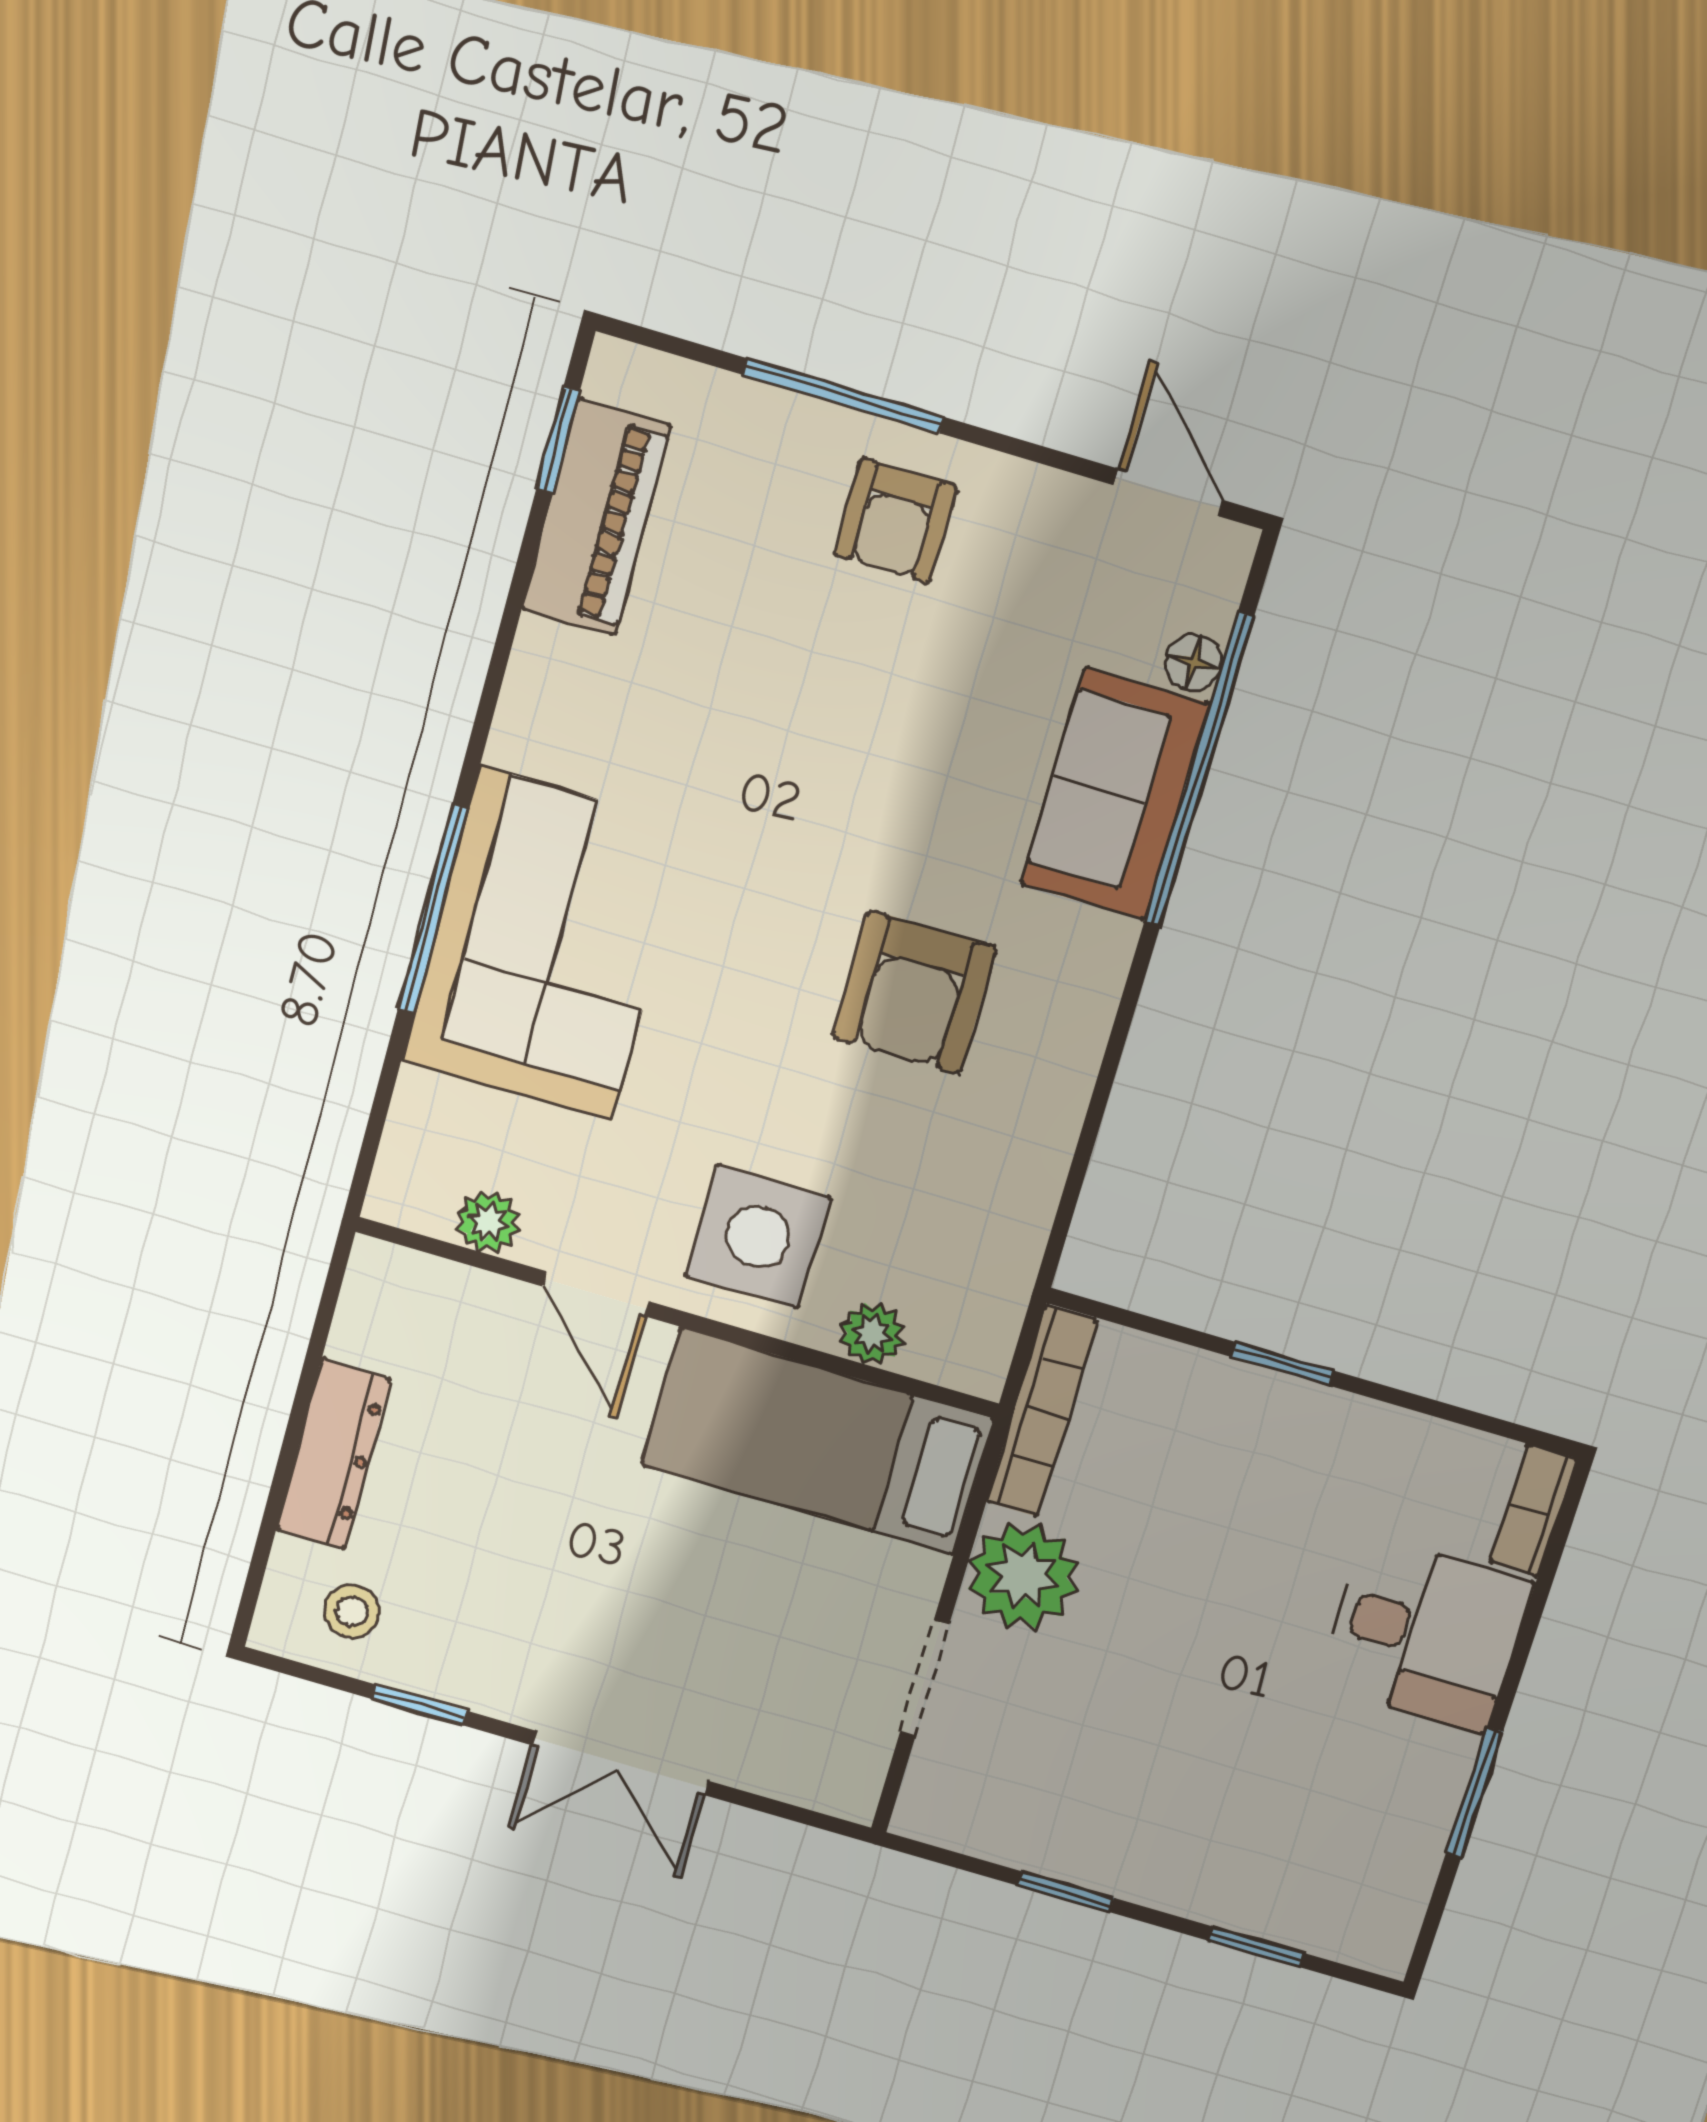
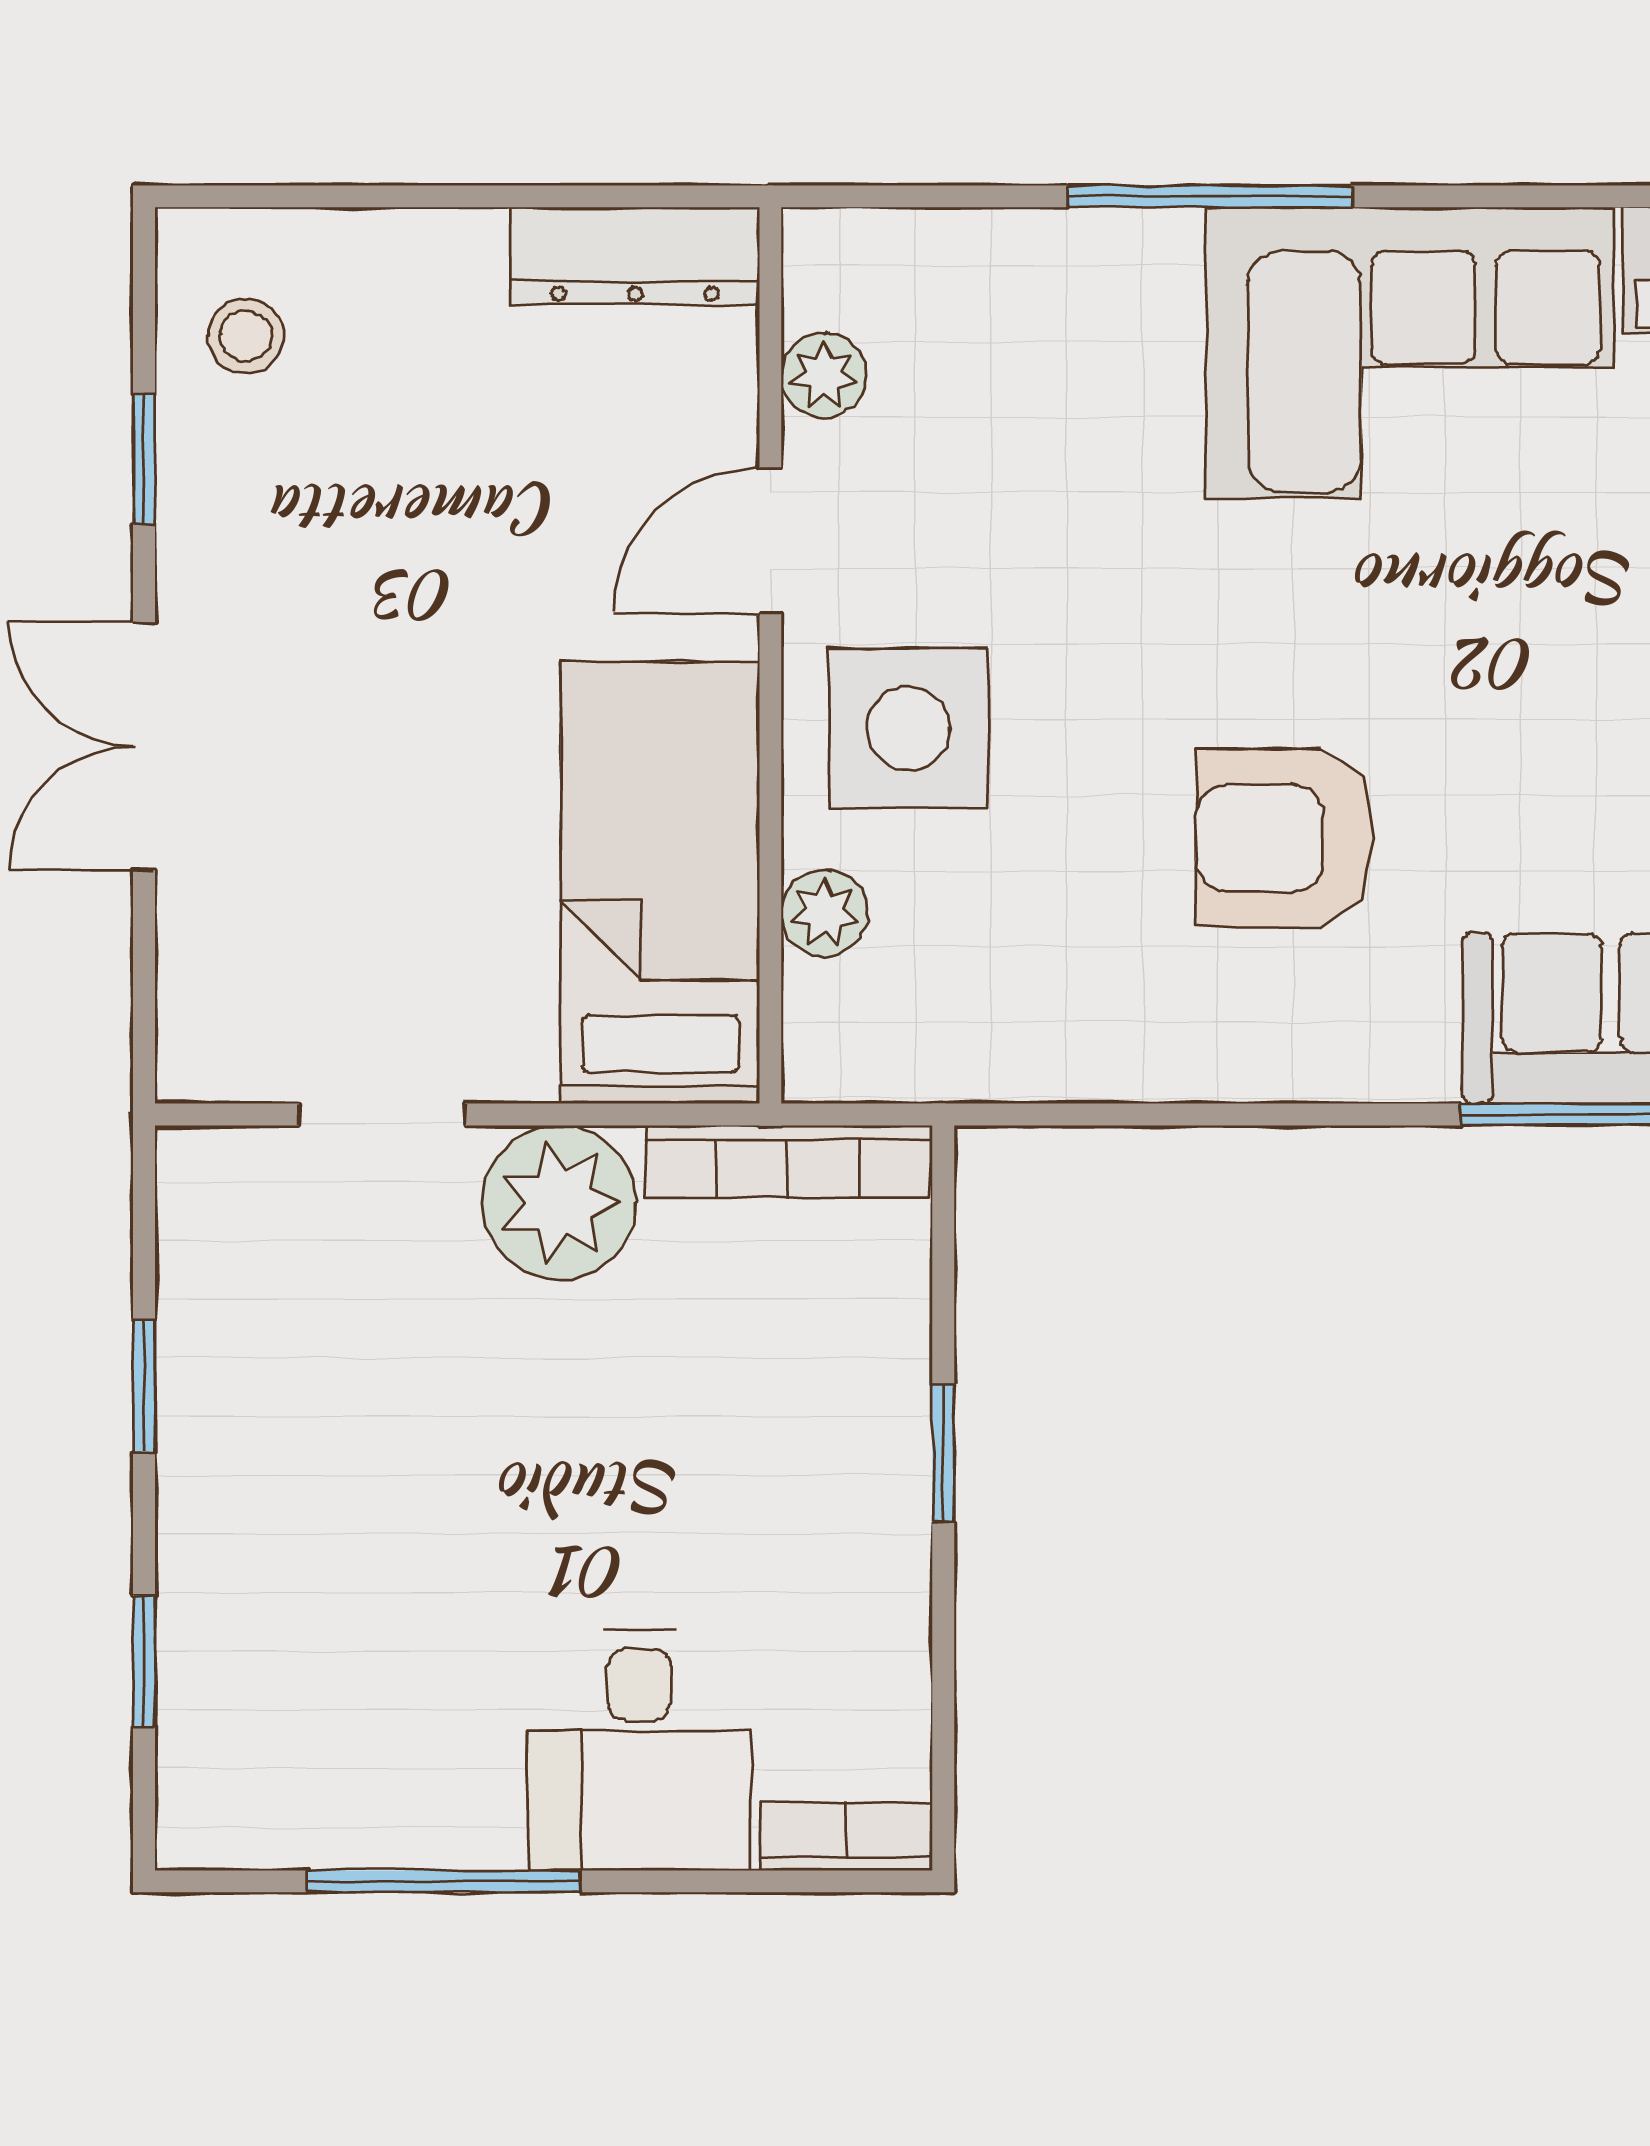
corner sofa: (546, 944) -> (1410, 353), moved
dresser: (333, 1454) -> (635, 256), moved
window: (1474, 1793) -> (444, 1881), width x1.44

